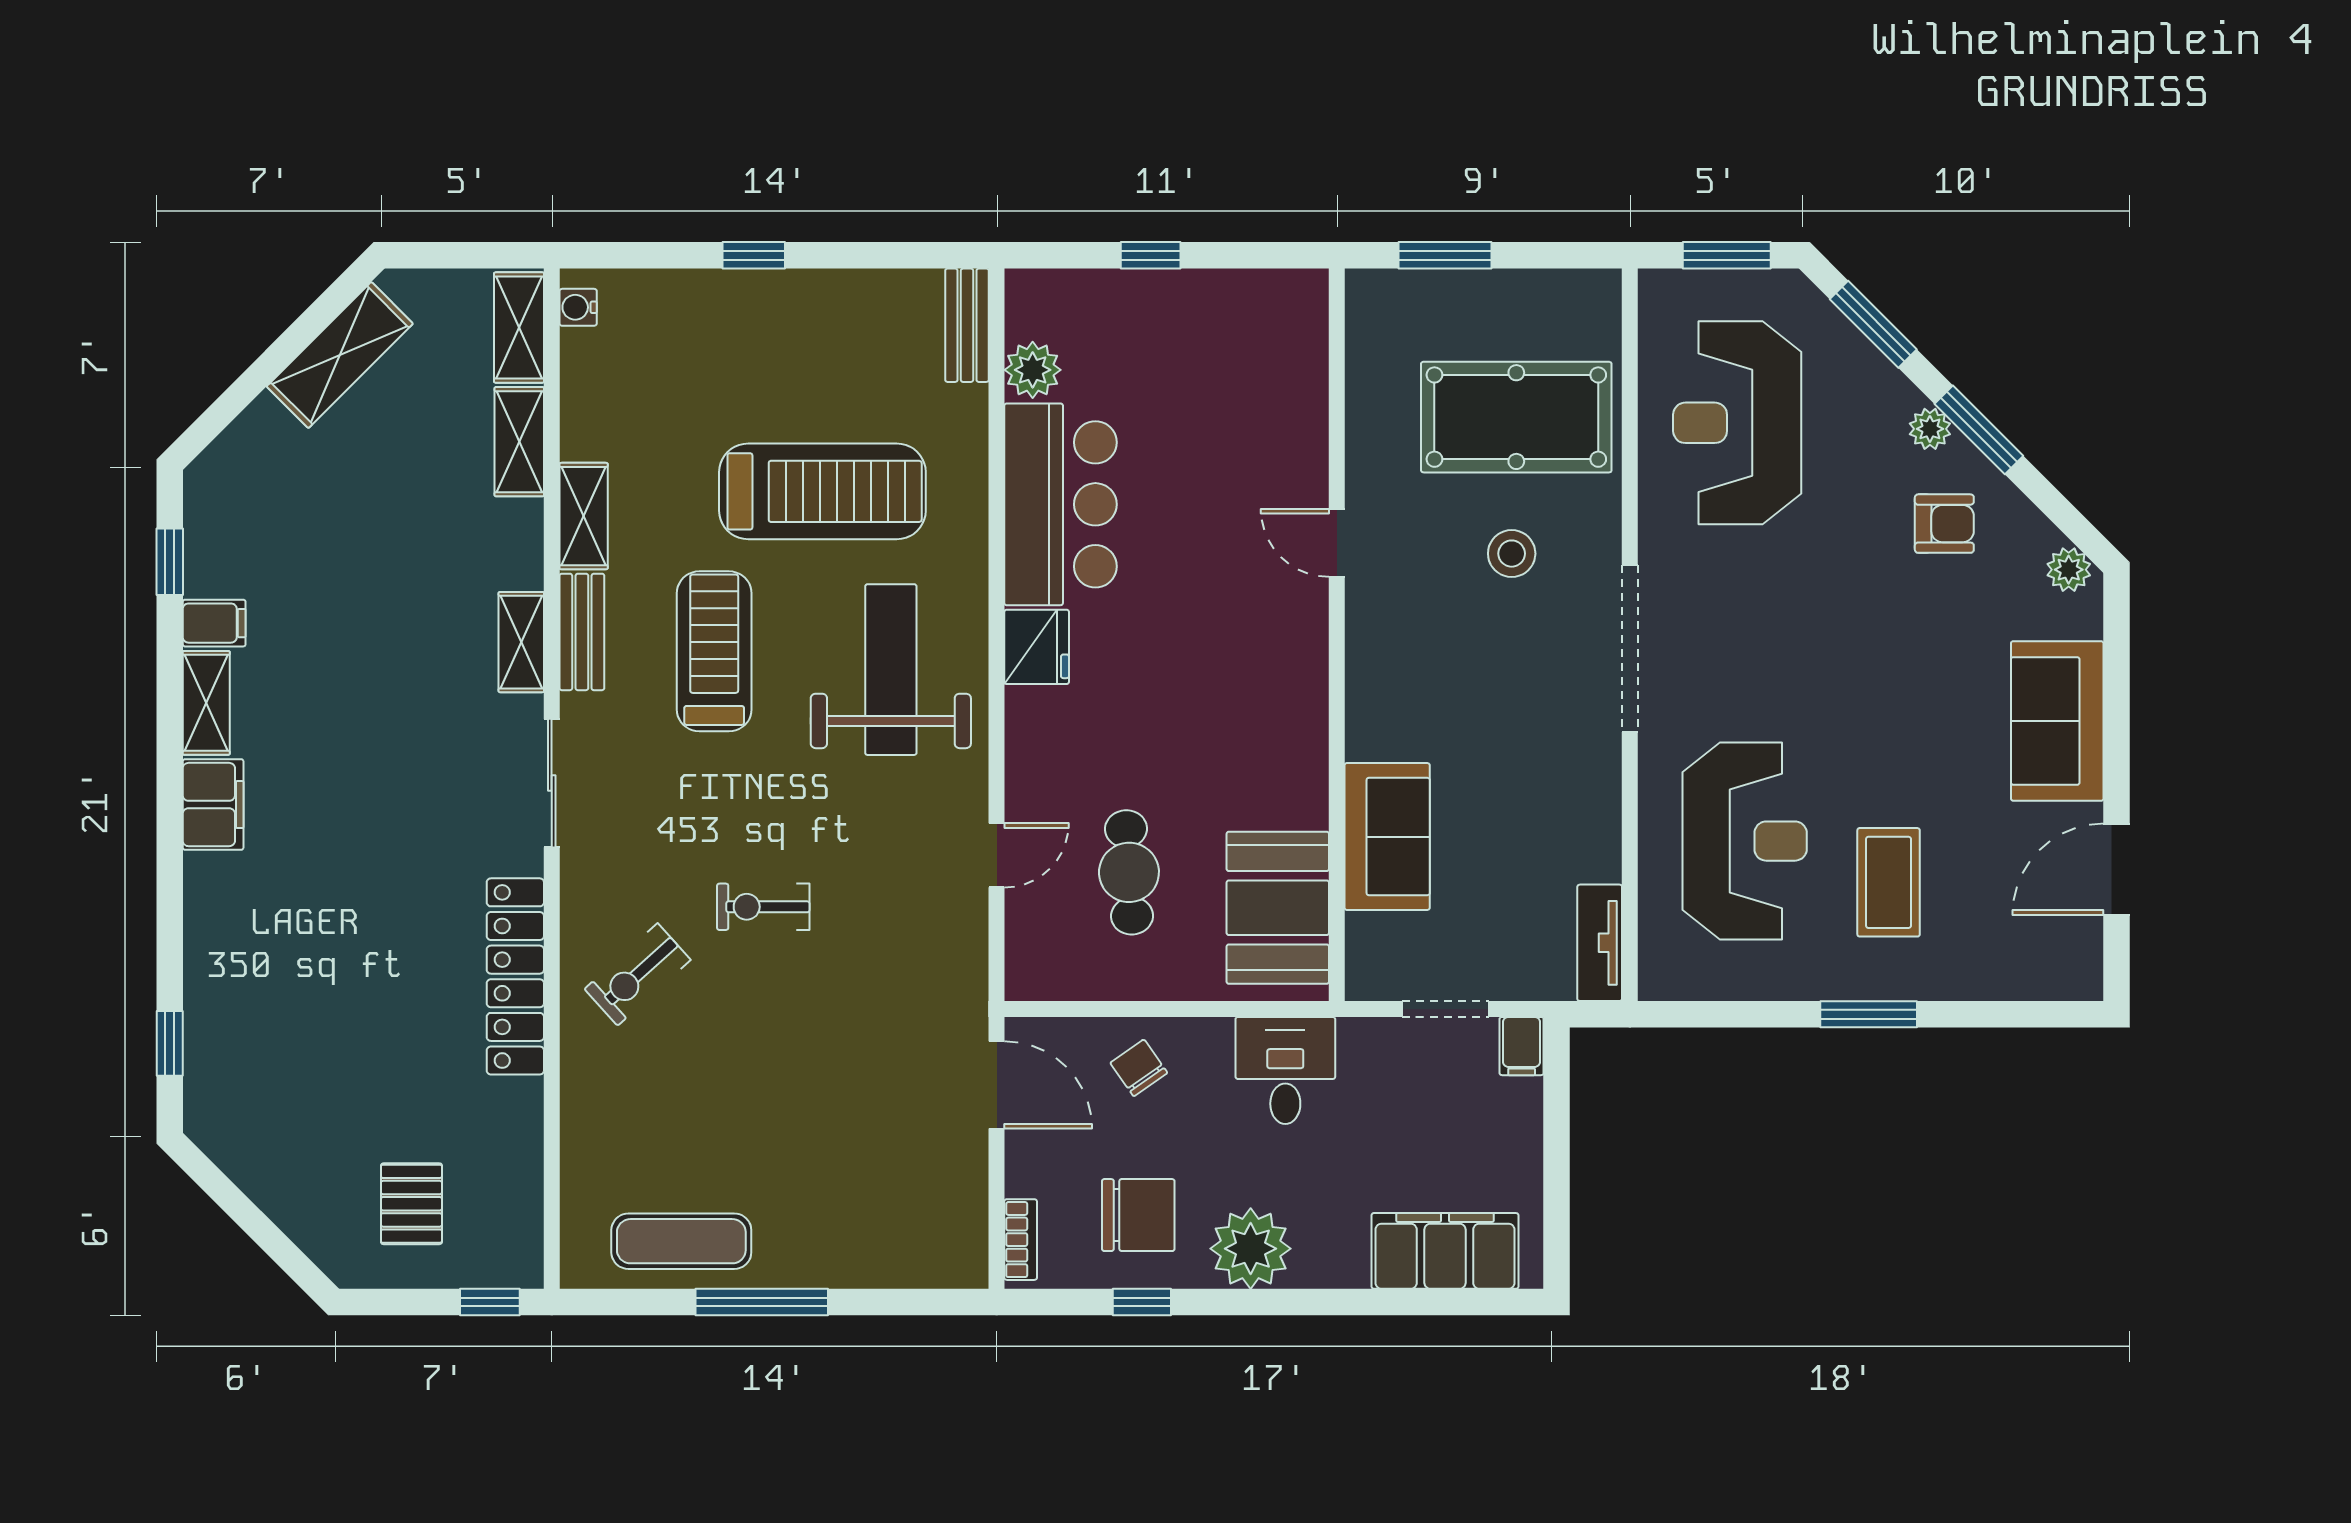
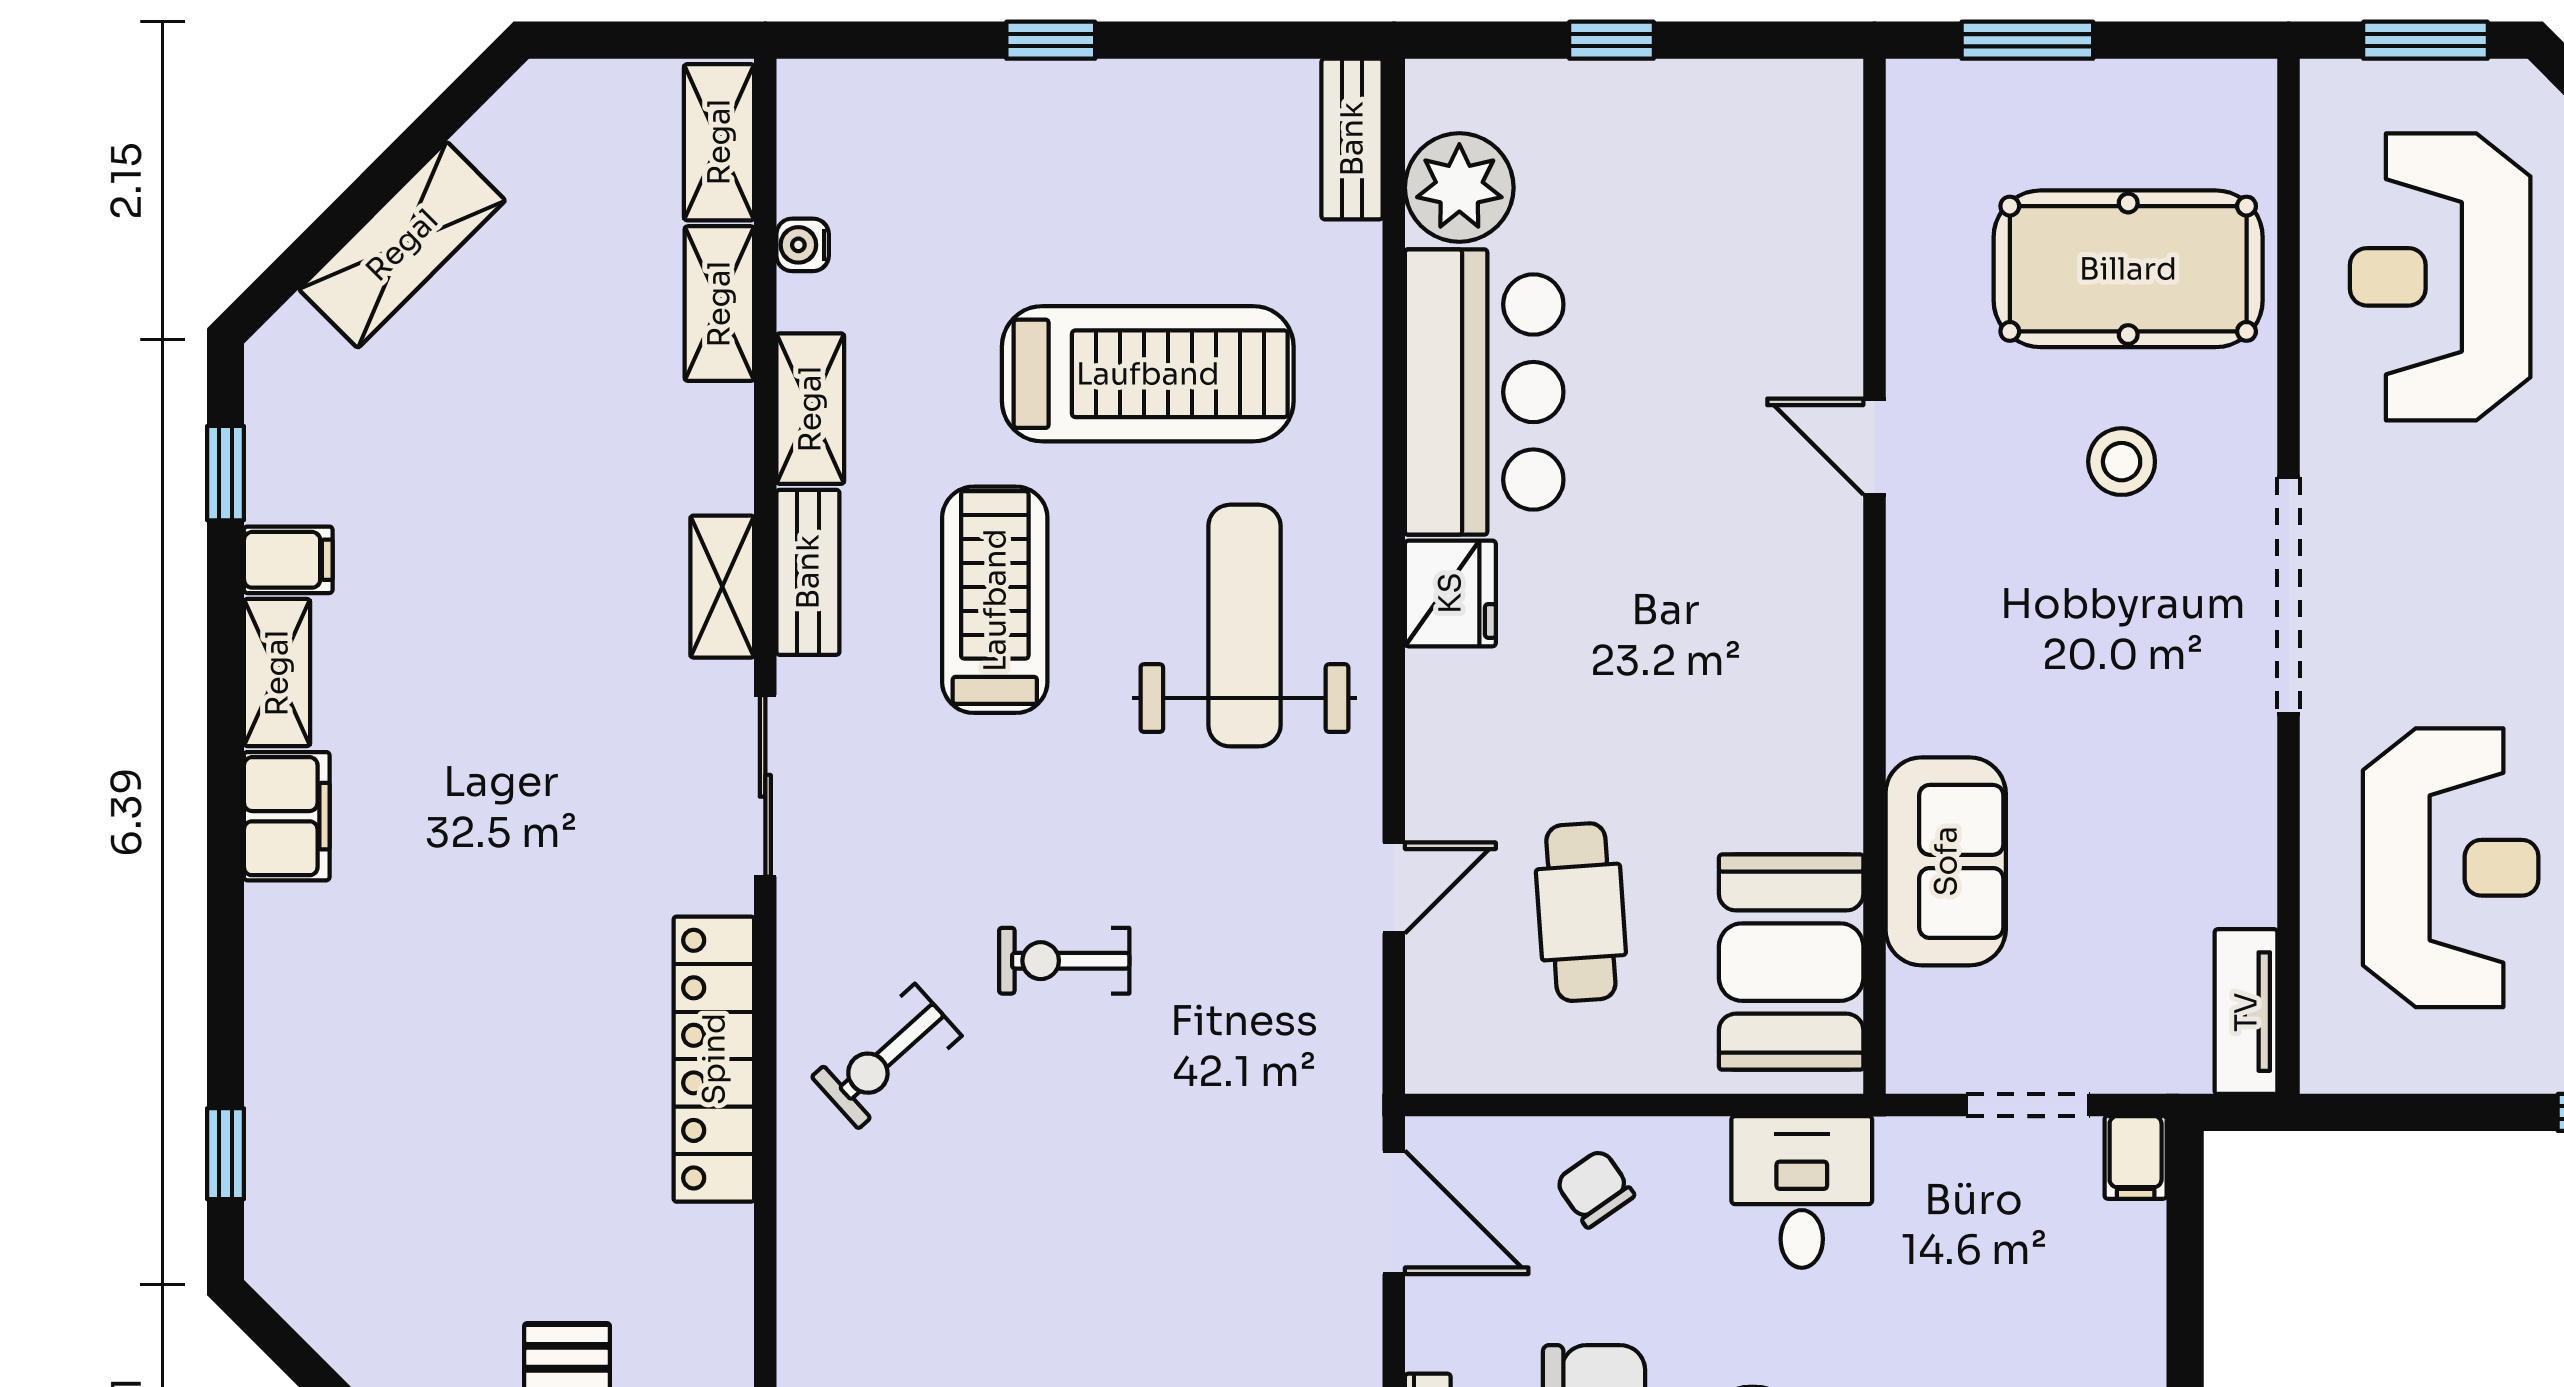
water cooler: (578, 307) -> (803, 245), moved
shelving: (340, 355) -> (402, 245), moved
plant: (1033, 370) -> (1459, 188), width x1.36, depth x1.36

